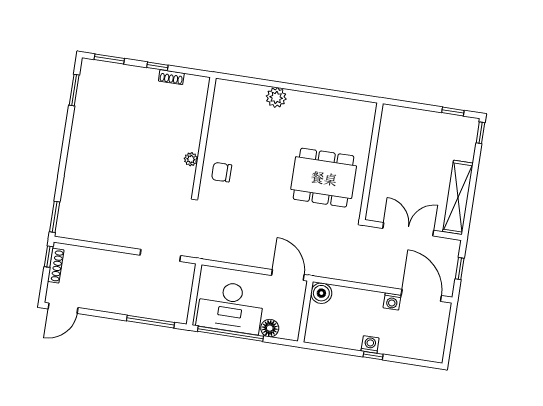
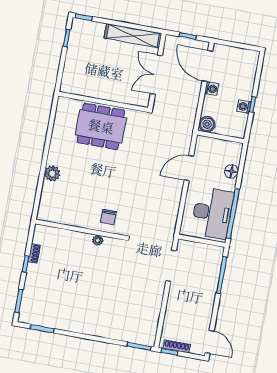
dining table: (324, 178) -> (101, 126), moved, turned 90
boiler: (321, 293) -> (207, 124), moved
door: (421, 295) -> (207, 66), hinge flipped
wall: (305, 311) -> (221, 137), moved
floor lamp: (270, 328) -> (231, 171), moved

